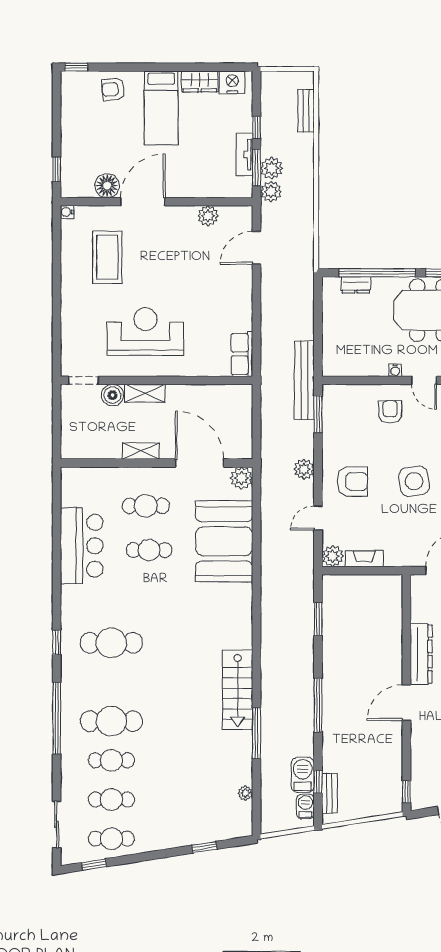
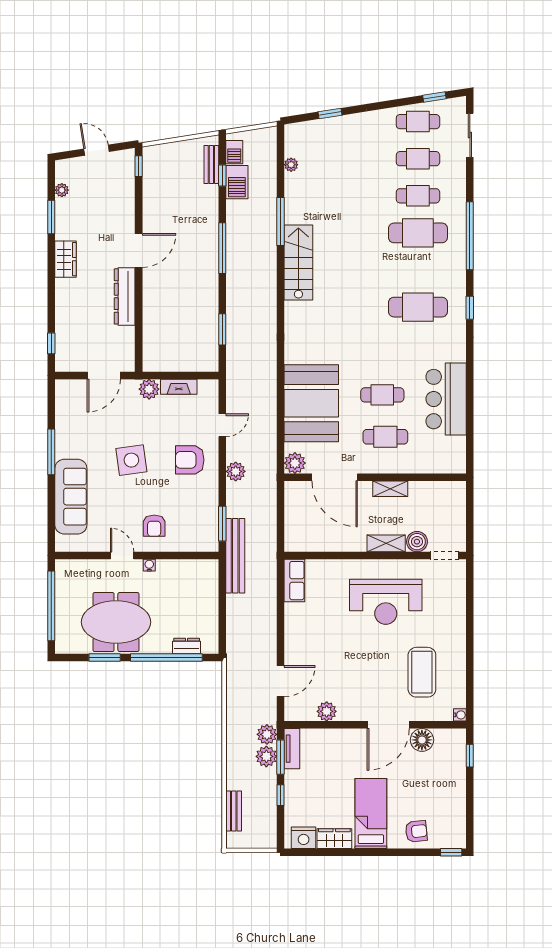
tv unit: (245, 155) -> (292, 749), moved
plant: (333, 556) -> (149, 389), moved

